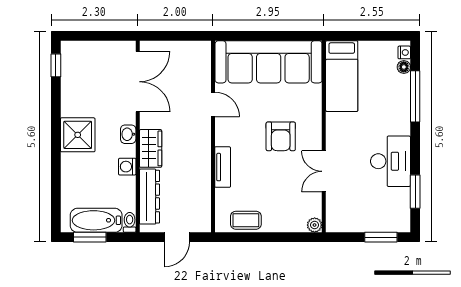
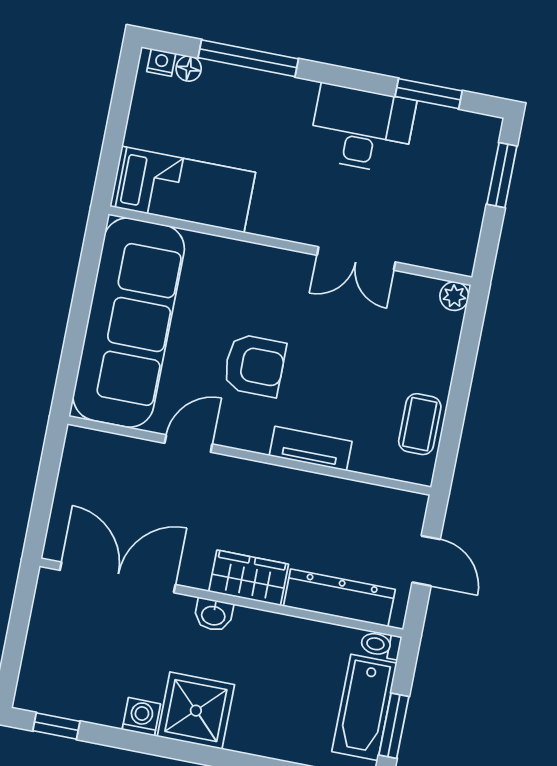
armchair: (281, 136) -> (254, 365), moved
washing machine: (127, 167) -> (141, 717), moved, turned 180

